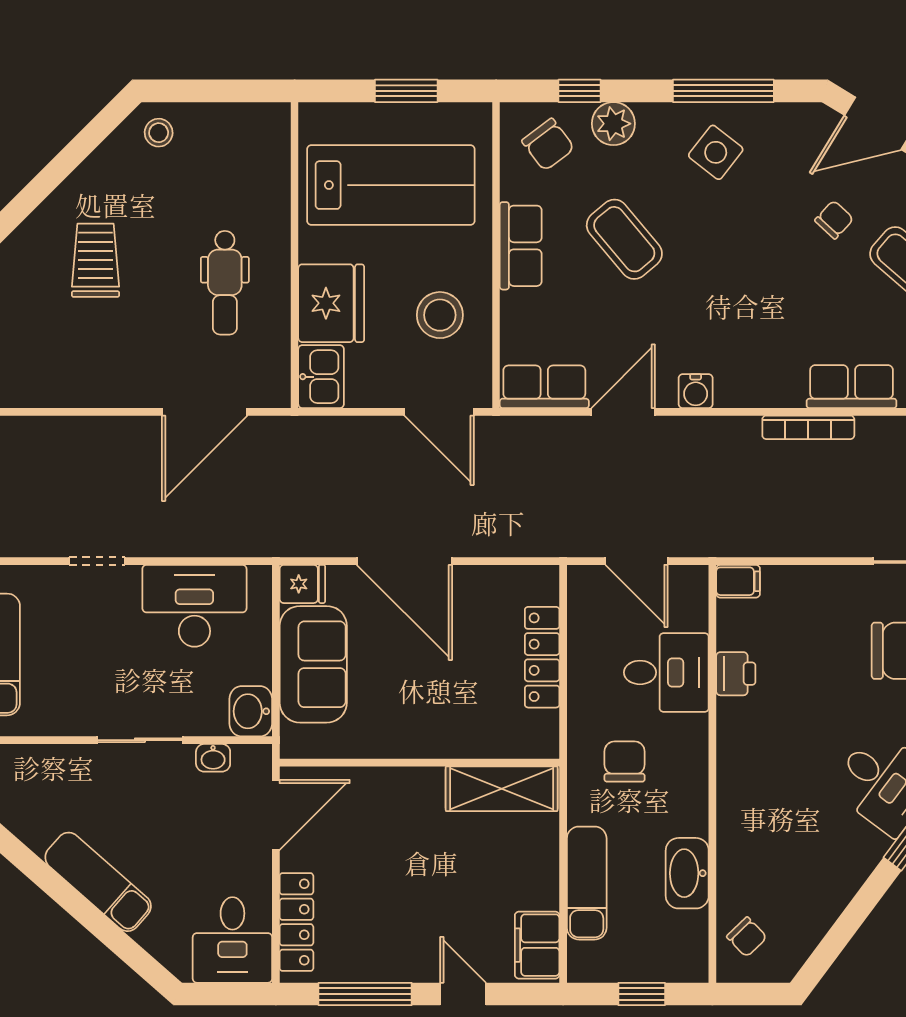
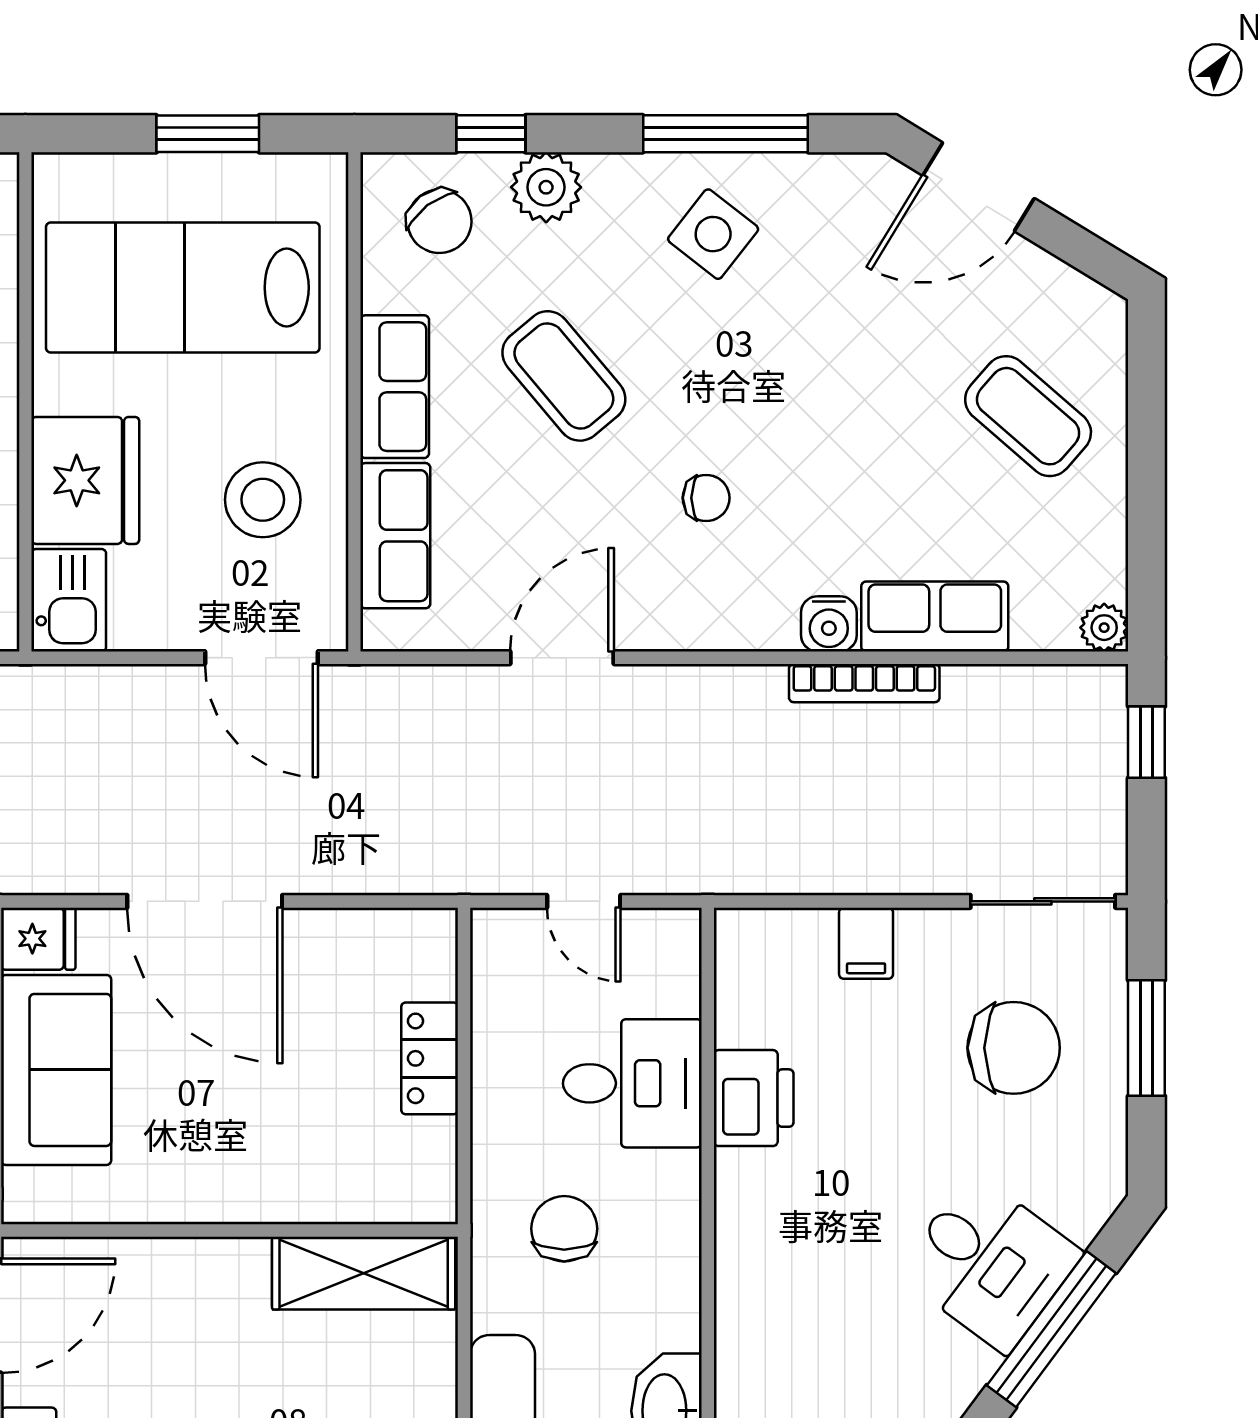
lab bench: (391, 185) -> (183, 287), turned 180
chair: (834, 220) -> (706, 498), moved, turned 47
row of seats: (544, 387) -> (395, 536), moved, turned 90
water cooler: (696, 391) -> (829, 624), moved
door: (637, 561) -> (584, 901), width x0.73
filing cabinet: (738, 581) -> (866, 943), moved, turned 90
locker: (542, 657) -> (430, 1058), width x0.66
printer: (736, 674) -> (754, 1098), width x1.36, depth x1.24

